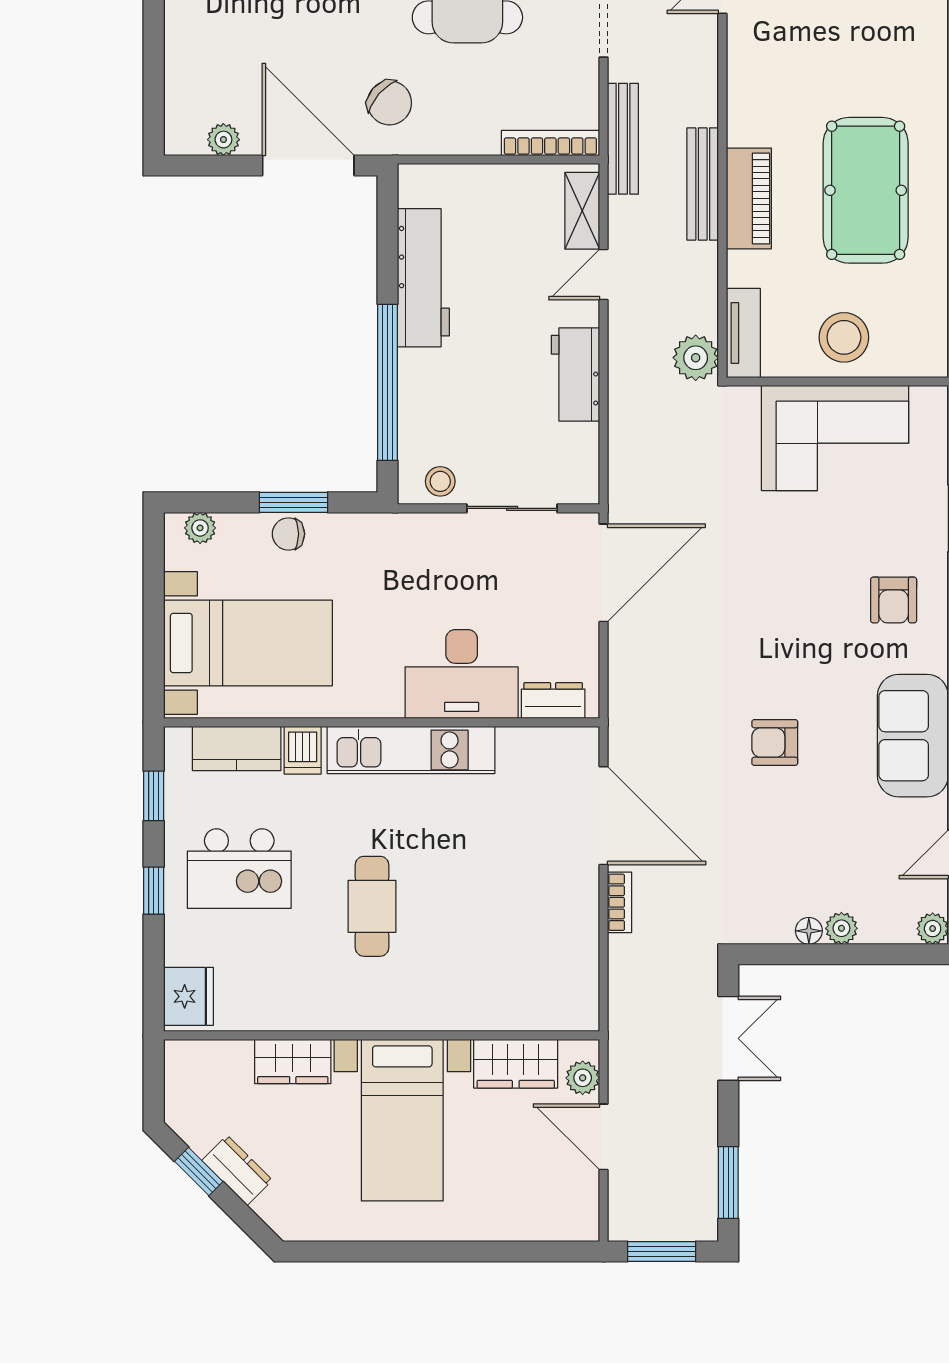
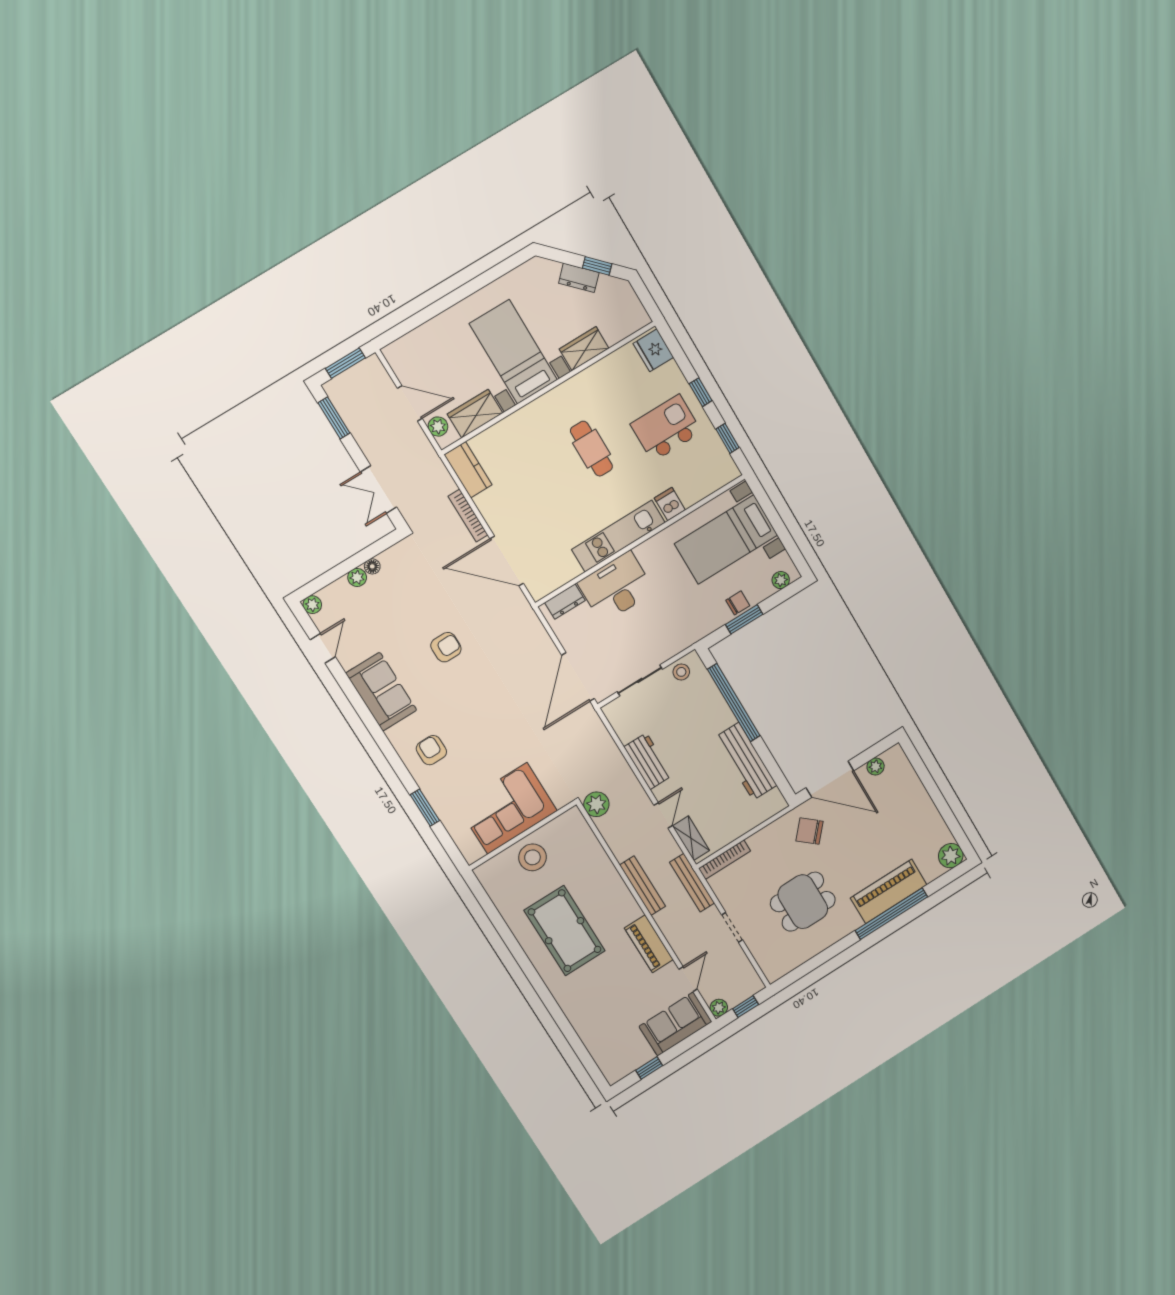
piano: (749, 198) -> (649, 944), moved
tv unit: (743, 333) -> (581, 830), removed
kitchen counter: (237, 748) -> (468, 470), moved, turned 90
bookcase: (620, 902) -> (468, 516), width x1.56

